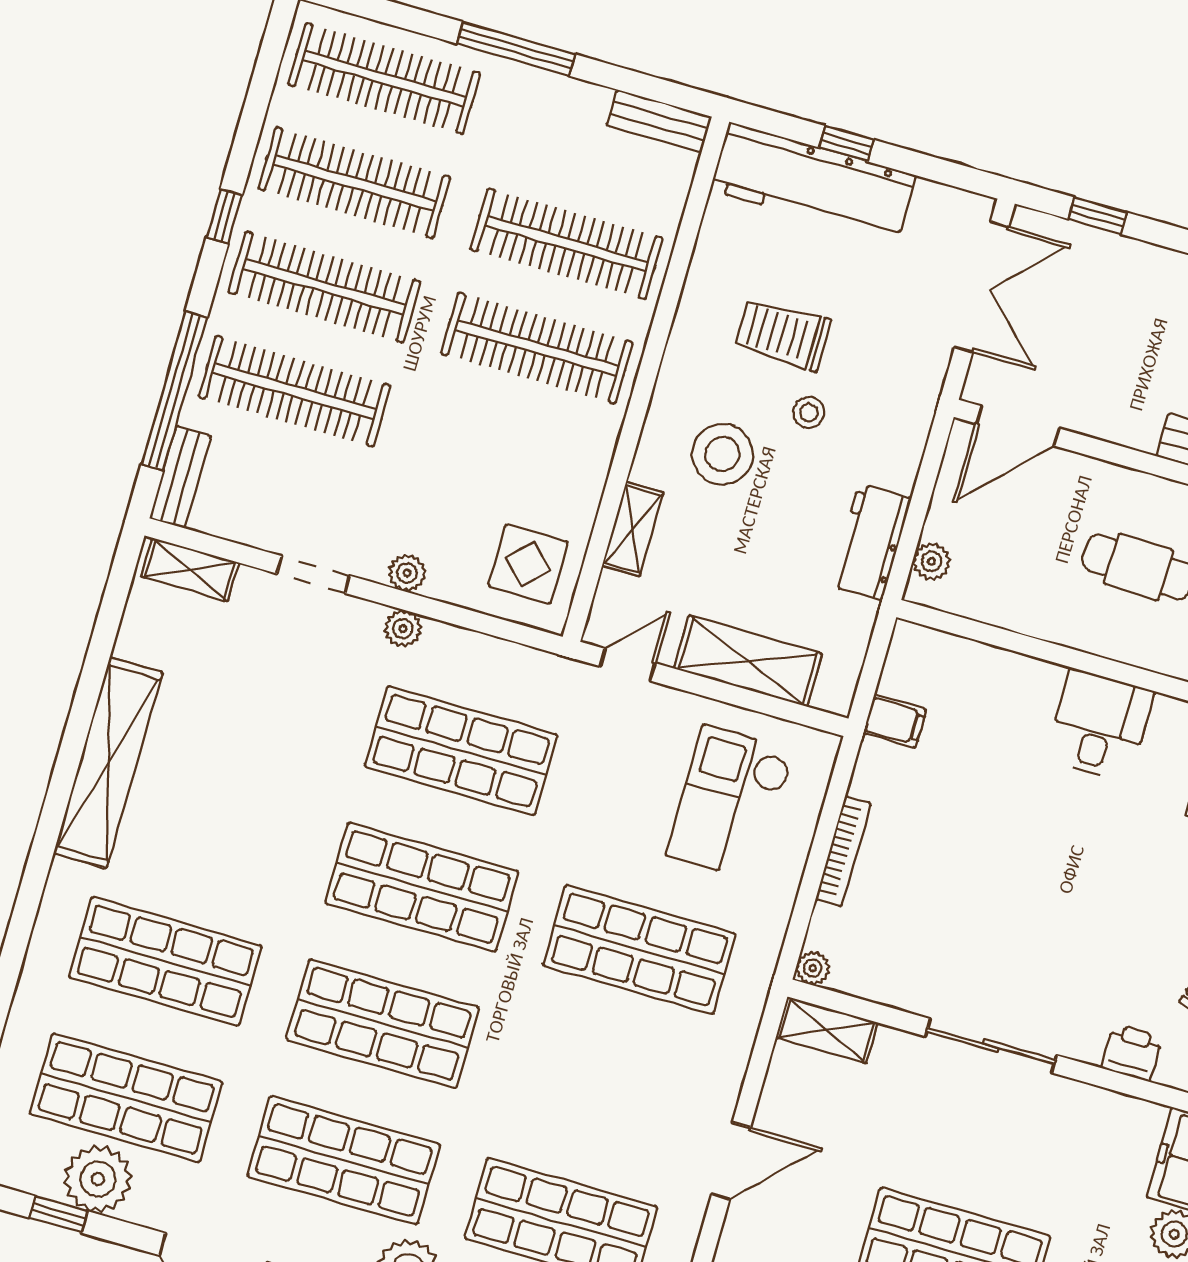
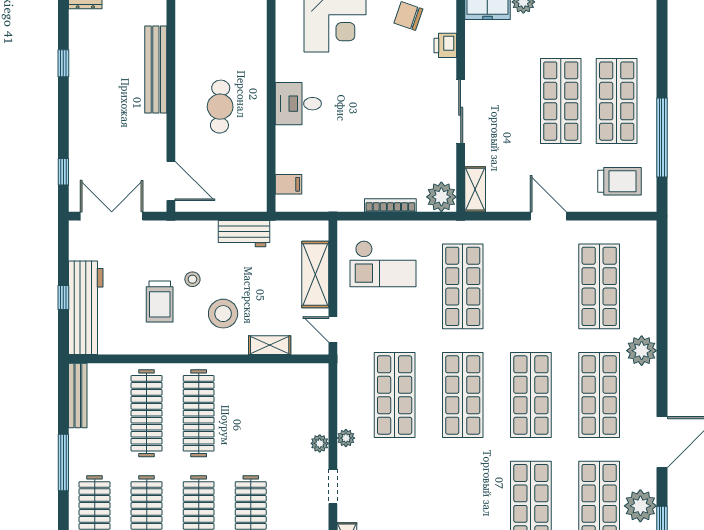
bench: (659, 121) -> (78, 395), width x1.36
plant: (932, 562) -> (245, 203), removed
display table: (528, 564) -> (300, 389), removed
filing cabinet: (895, 721) -> (288, 184), moved, turned 90
plant: (813, 968) -> (441, 197), width x1.87, depth x1.87

